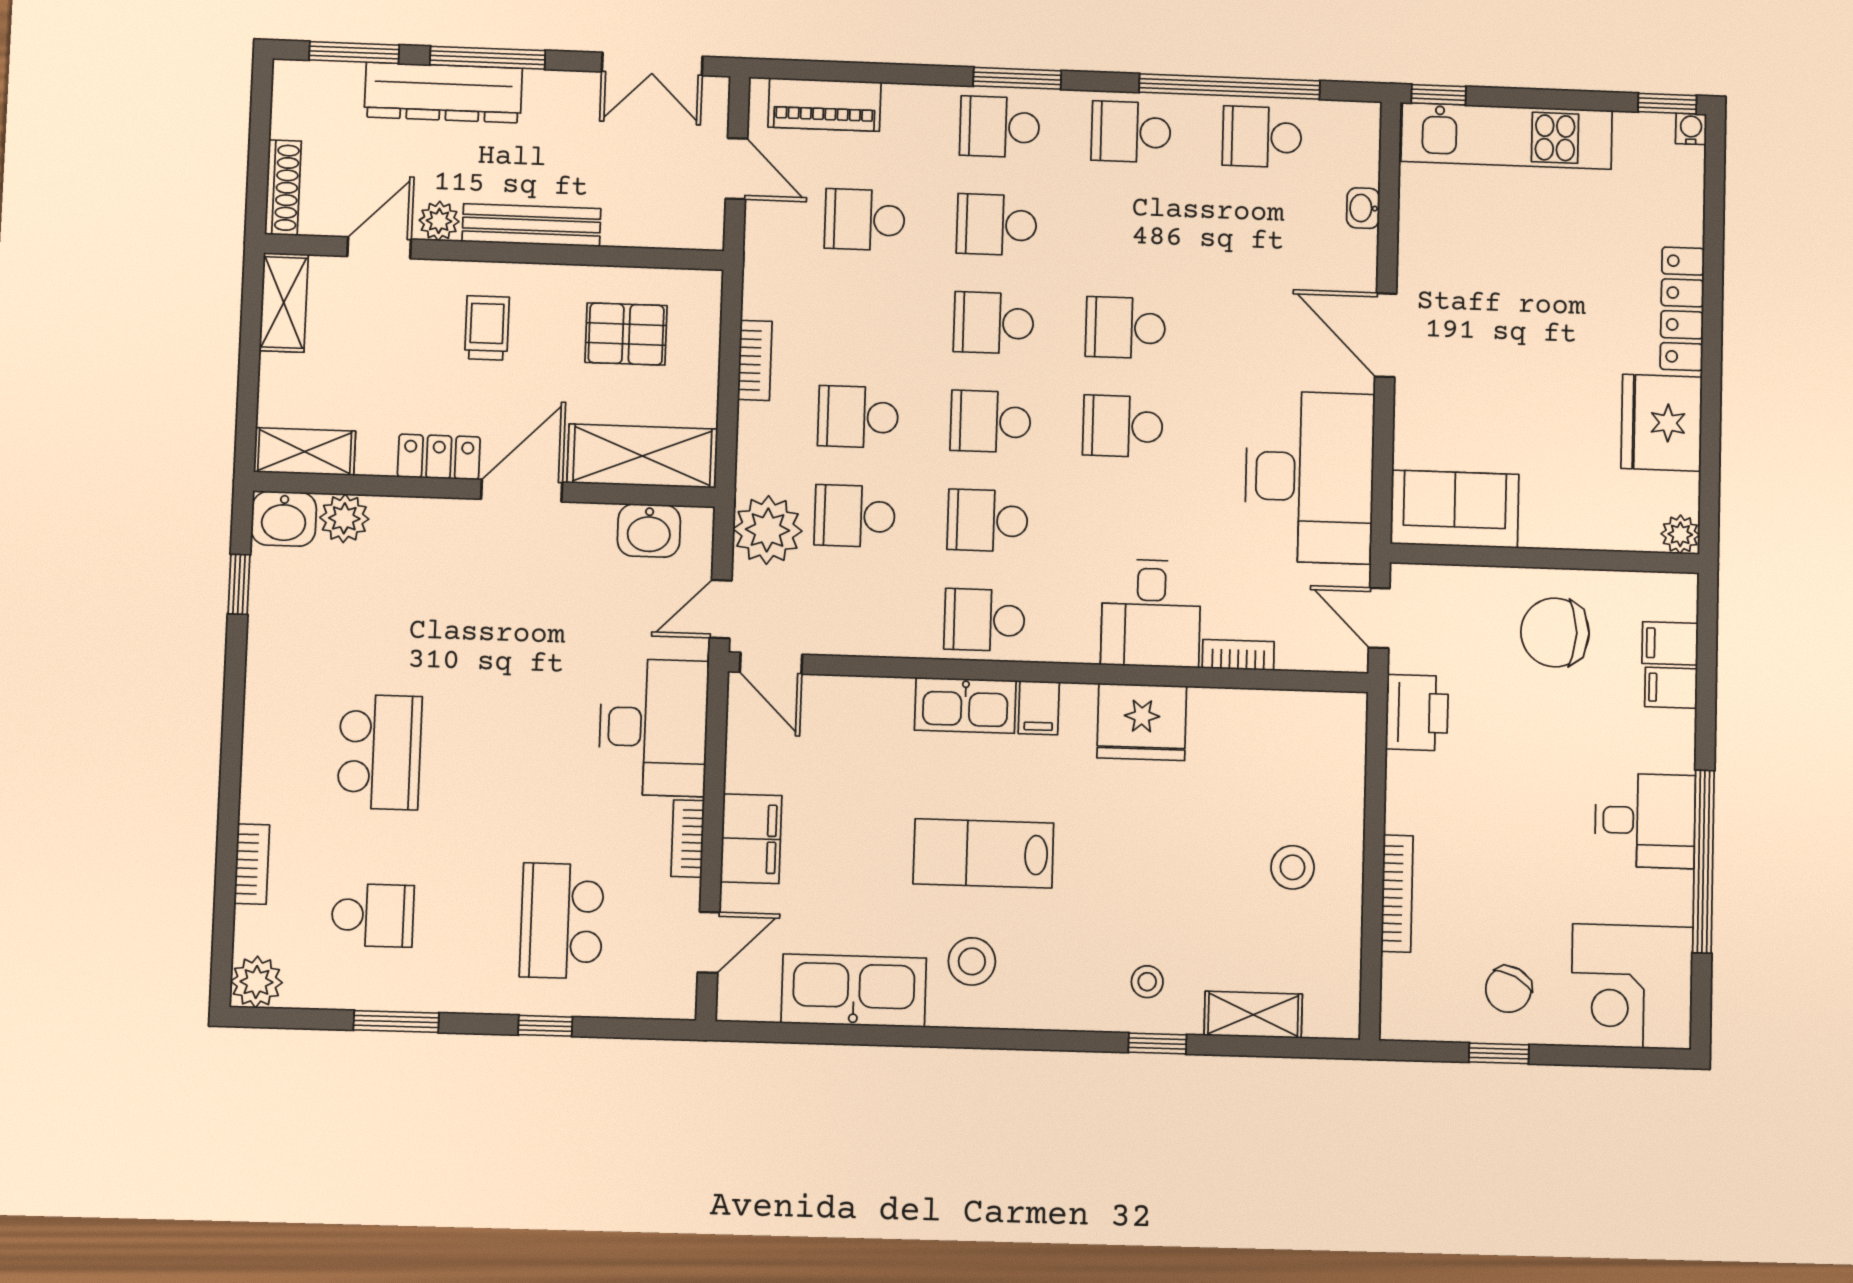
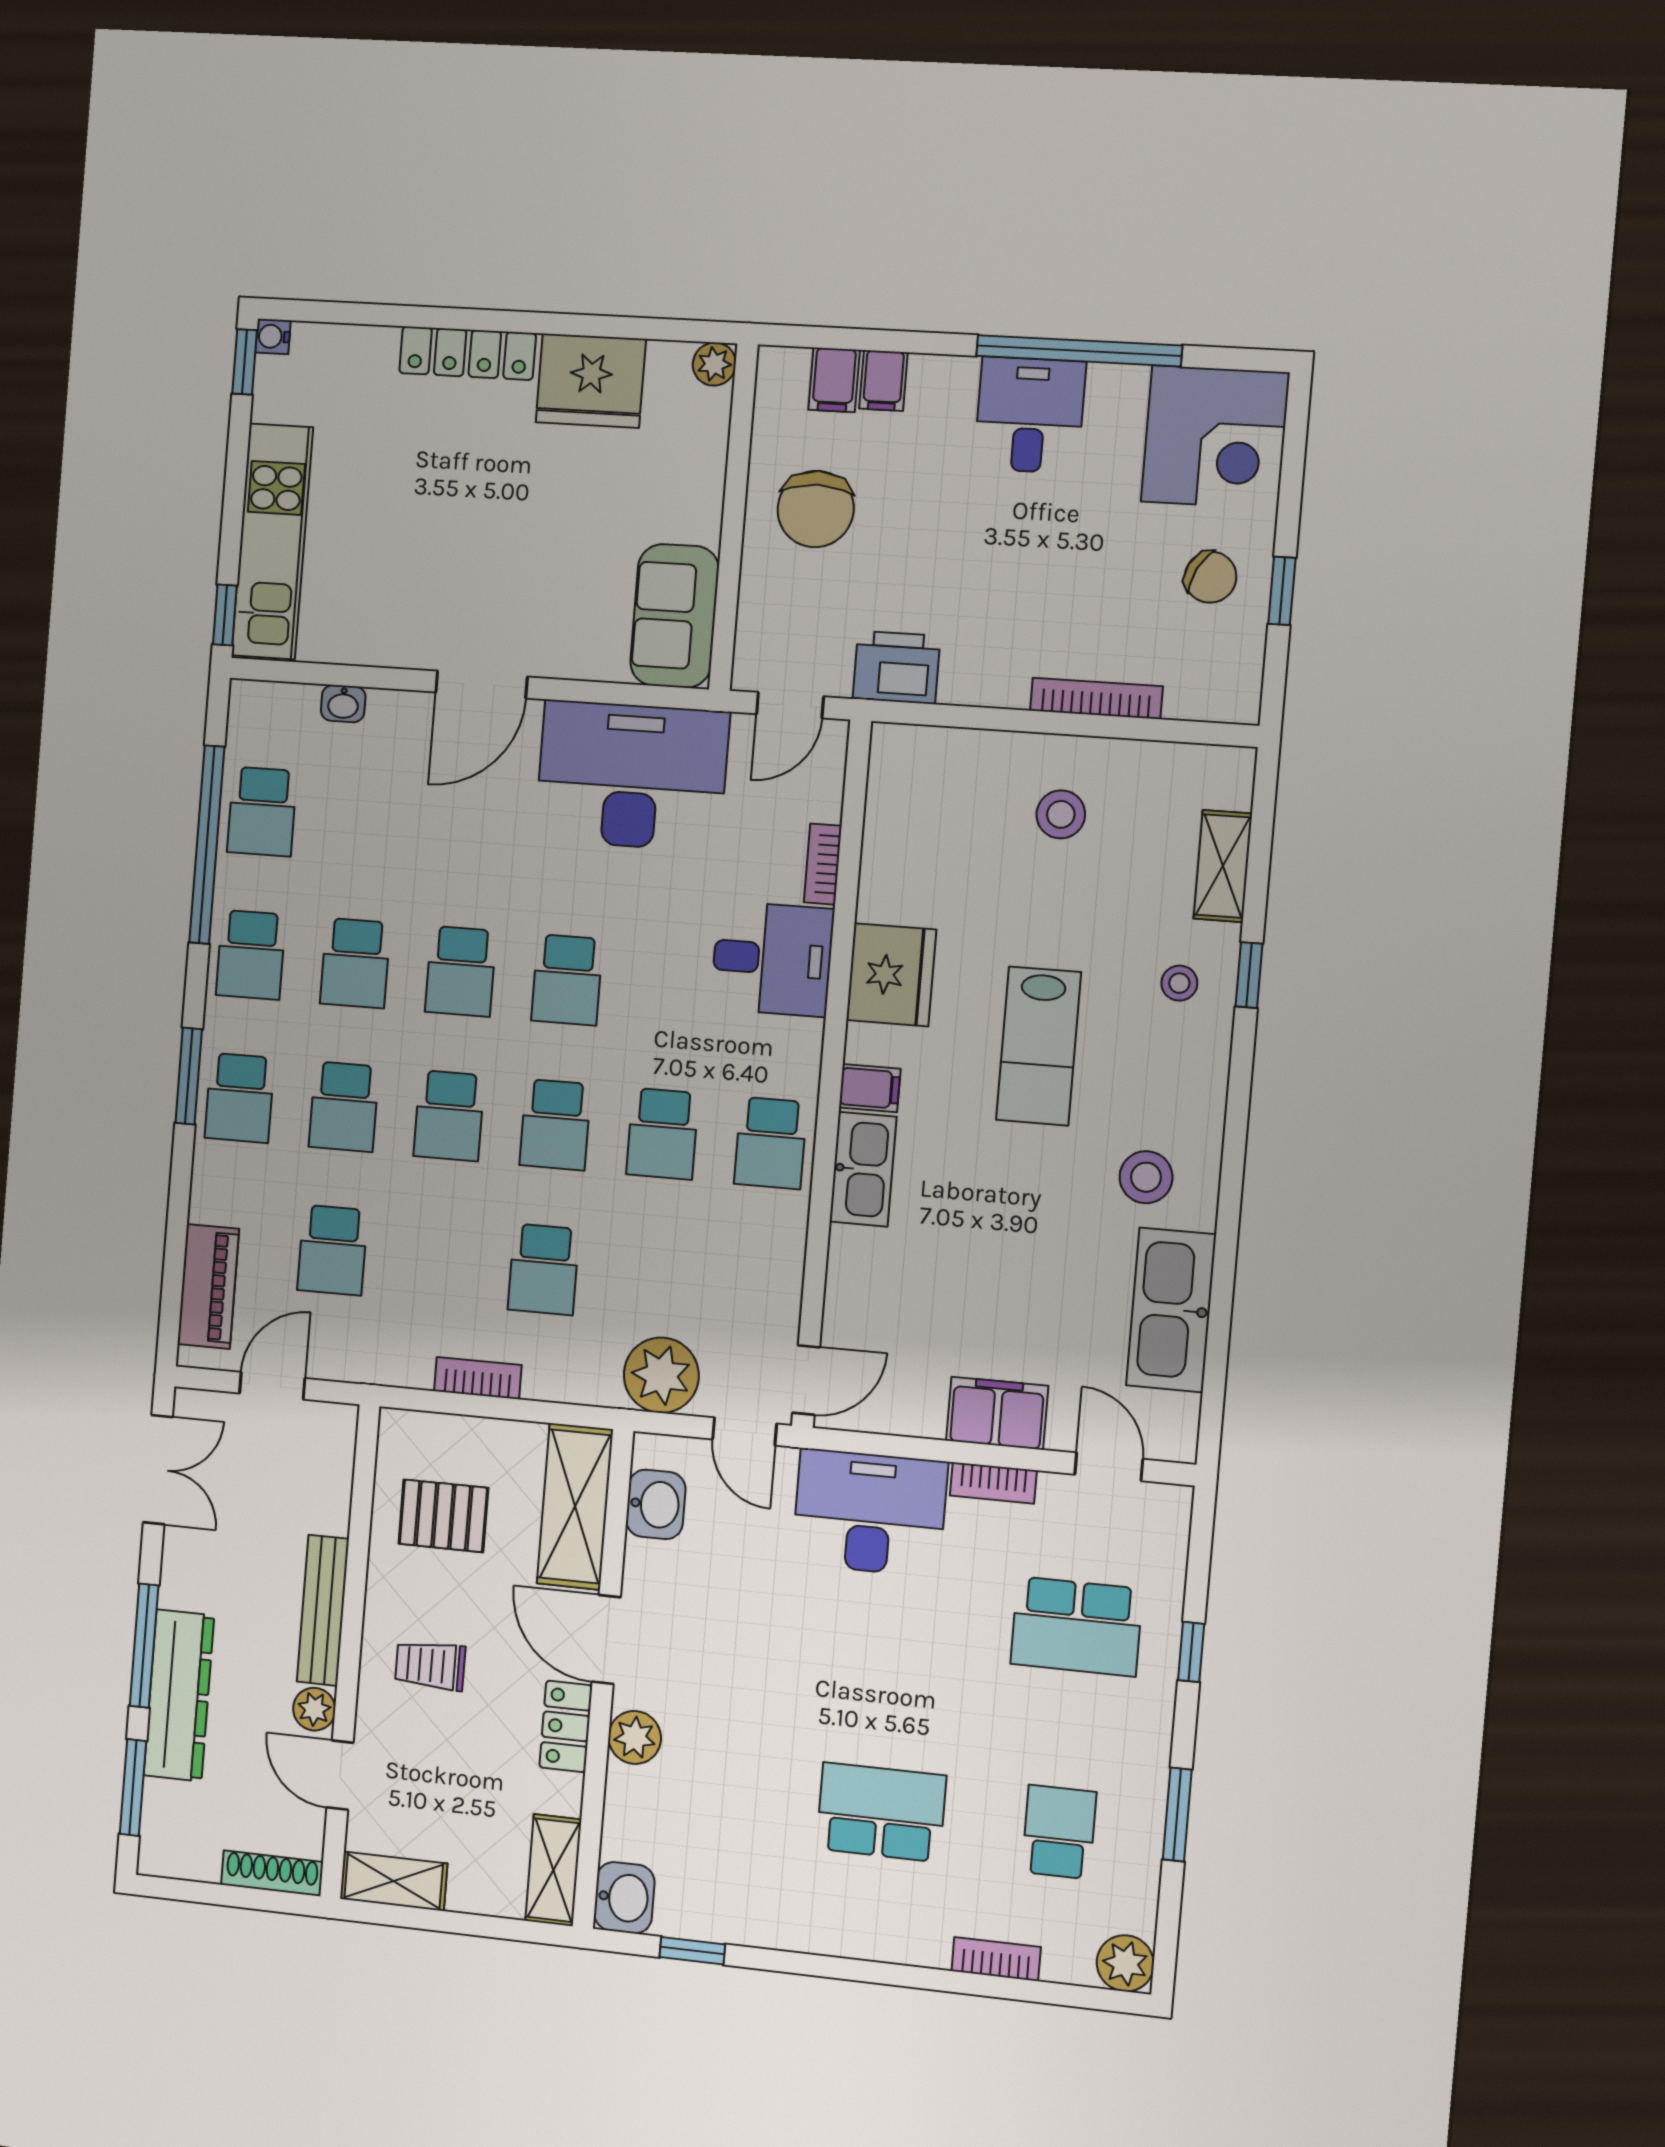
pallet: (626, 334) -> (443, 1516), turned 90
school desk: (855, 516) -> (355, 963), moved
plant: (344, 518) -> (635, 1737), moved
lab bench: (983, 853) -> (1039, 1046), moved

